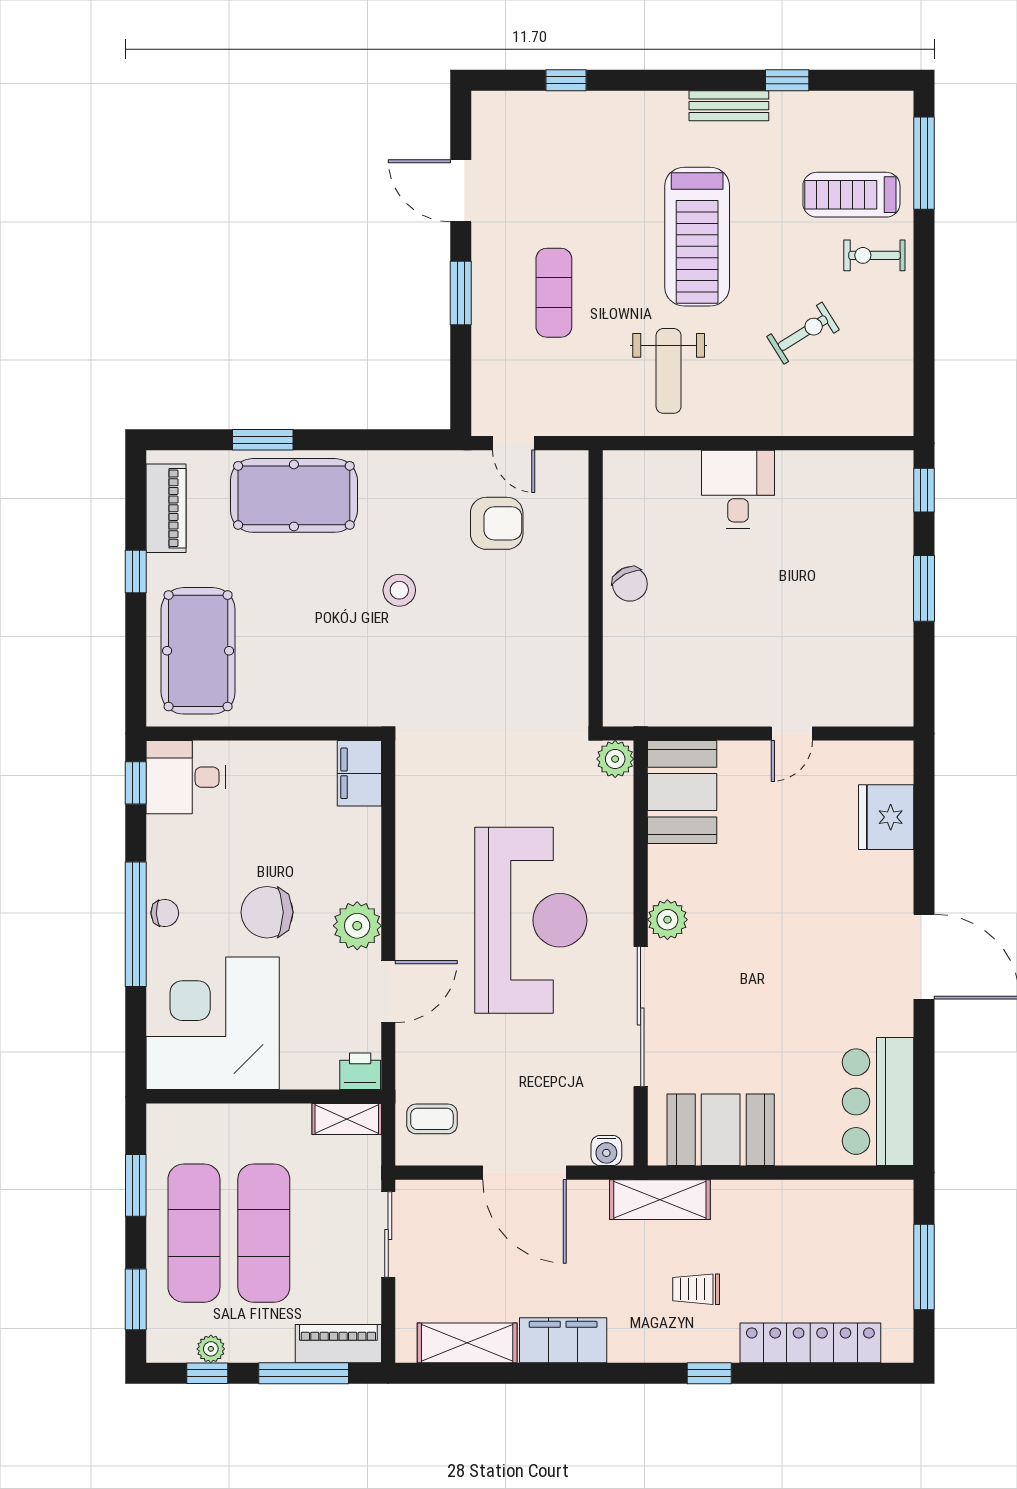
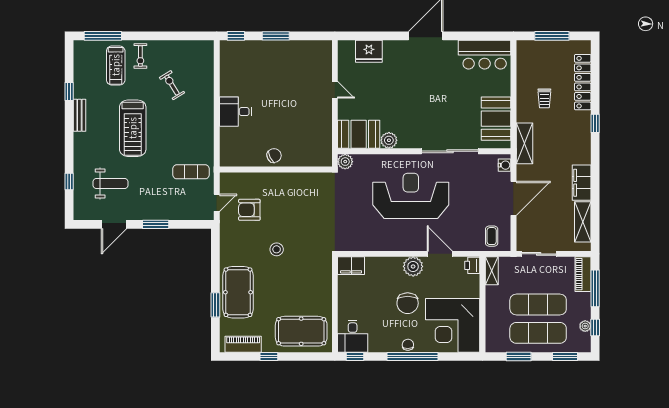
treadmill: (697, 237) -> (133, 128), turned 90
exercise mat: (554, 293) -> (191, 172), moved
weight bench: (669, 371) -> (111, 184), moved
armchair: (497, 523) -> (249, 210), turned -90
plant: (667, 920) -> (389, 140), moved
trolley: (696, 1289) -> (544, 98), moved

